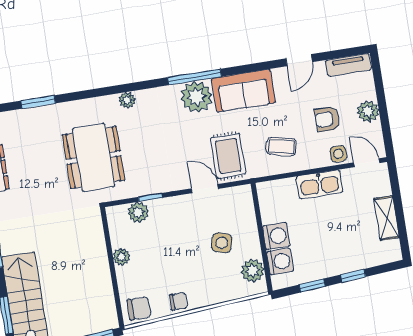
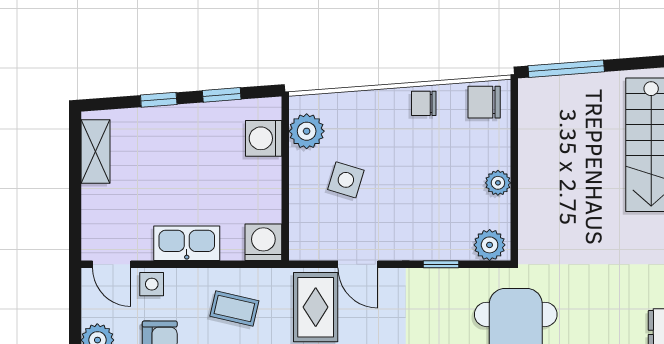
plant: (138, 212) -> (490, 245), moved
shelving: (387, 218) -> (95, 152), moved
washing machine: (276, 236) -> (263, 242), moved, turned 90

